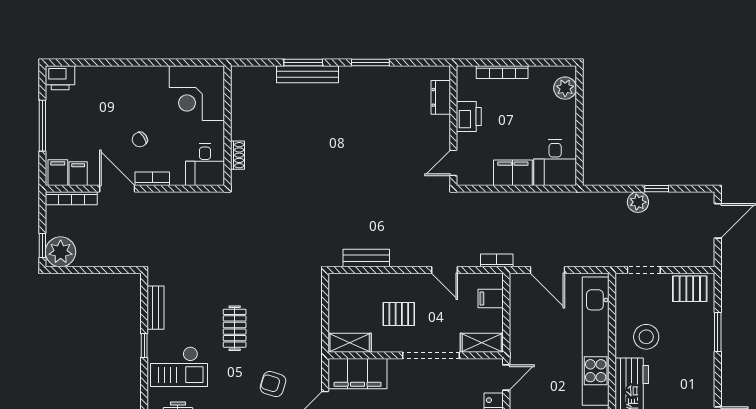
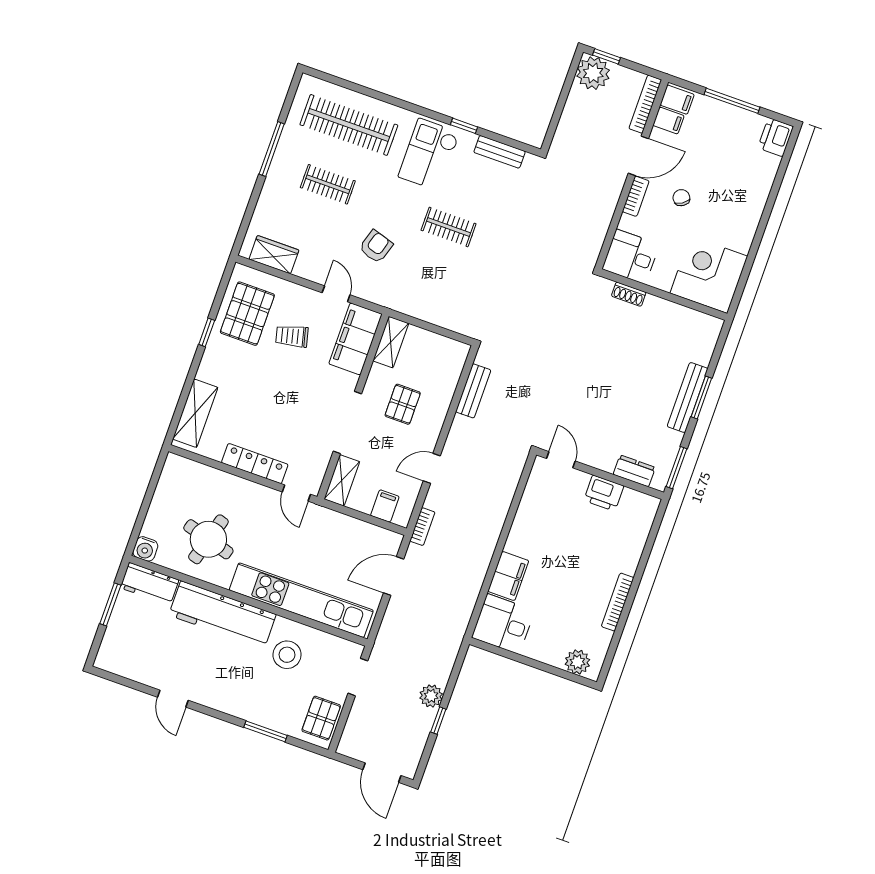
dresser: (441, 97) -> (634, 471), moved
printer: (469, 116) -> (604, 493), moved
wall: (453, 126) -> (600, 474), moved
door: (453, 163) -> (561, 460), moved

